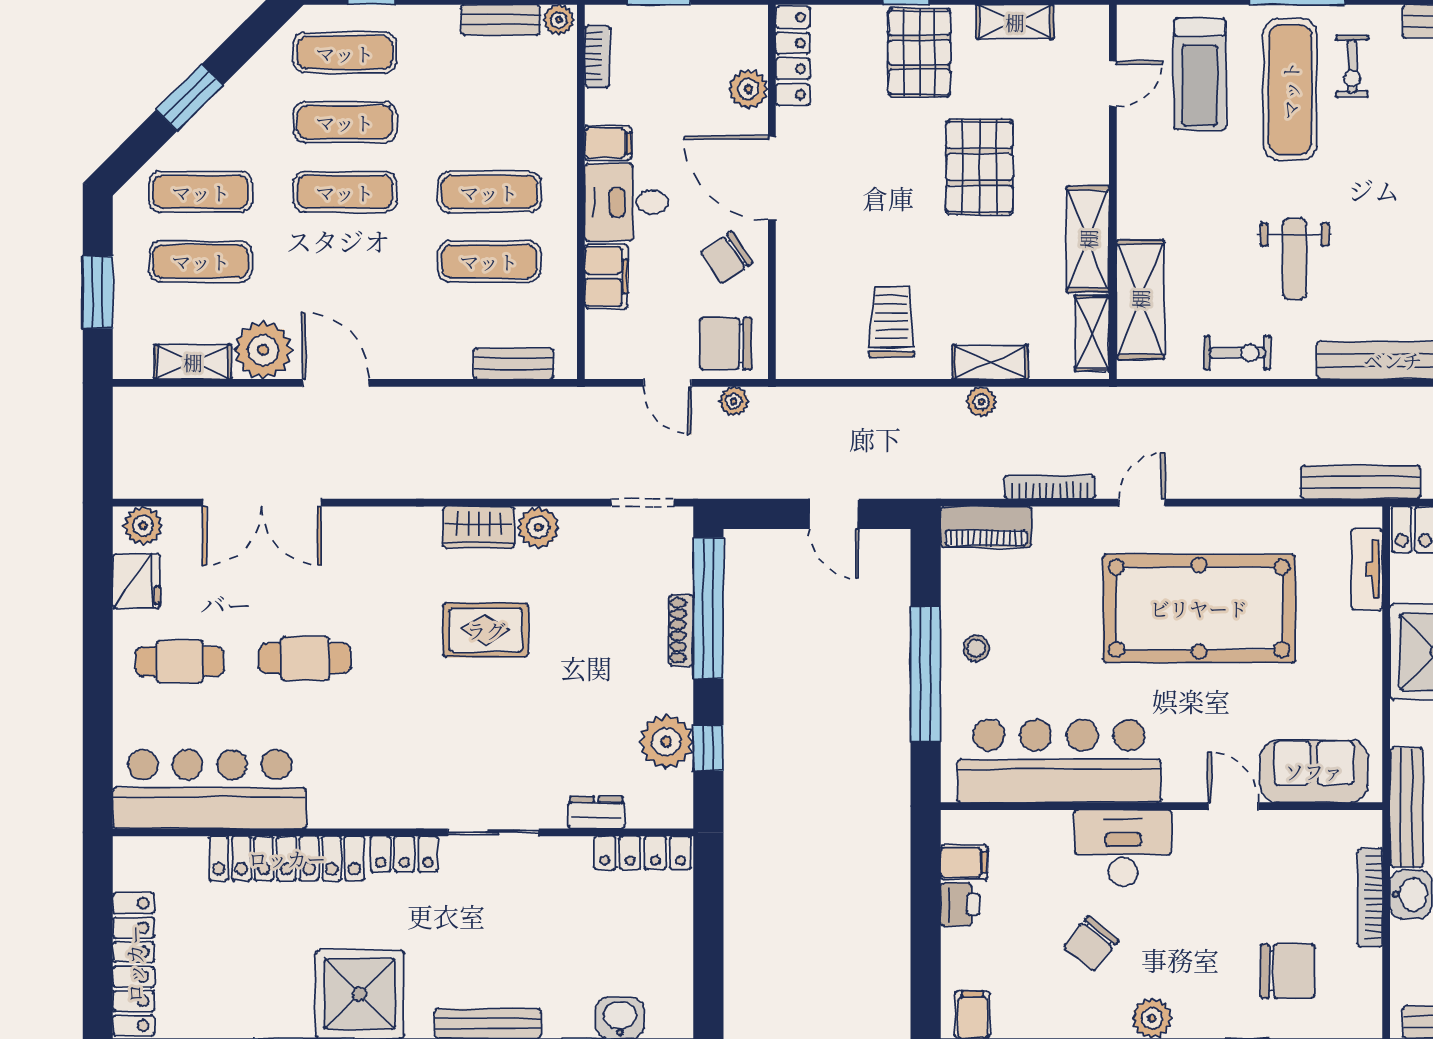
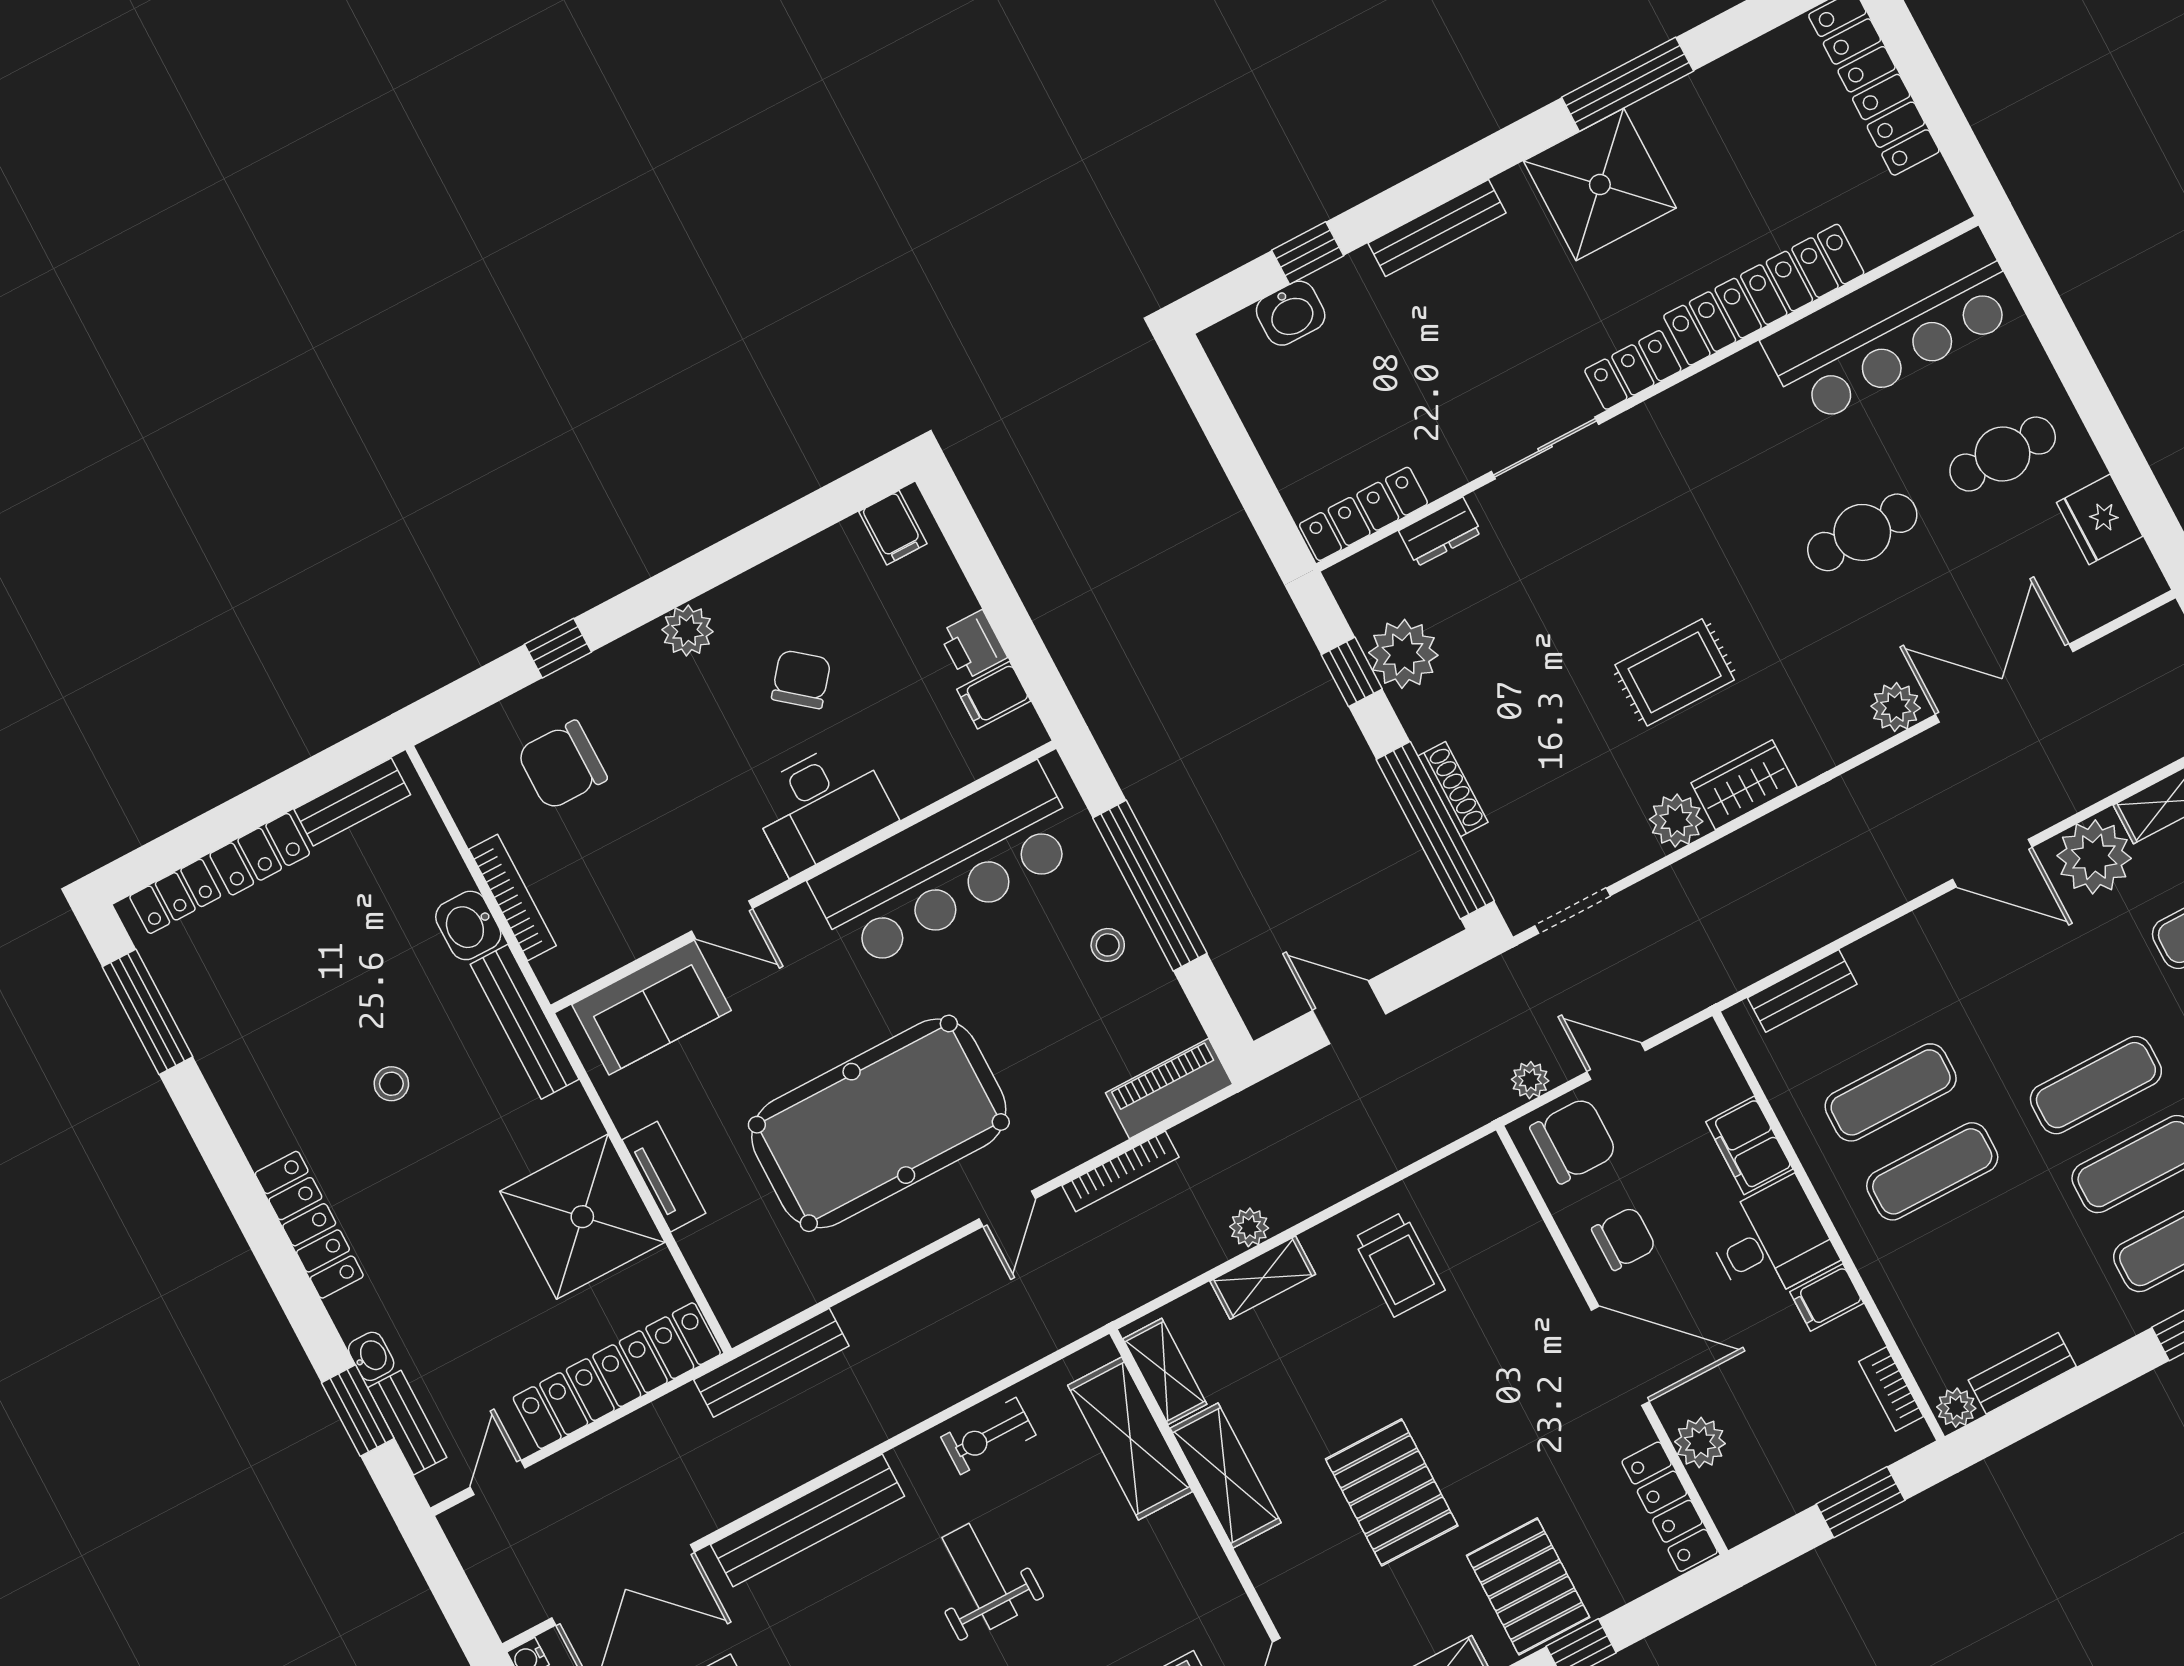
chair: (727, 258) -> (1624, 1238), turned 34
plant: (143, 526) -> (1896, 707), moved
tv unit: (1367, 569) -> (664, 1177), moved

